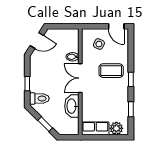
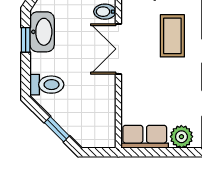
coffee table: (111, 71) -> (172, 36), turned 90
window: (27, 84) -> (26, 40), moved
washbasin: (72, 106) -> (42, 32), moved, turned 180

